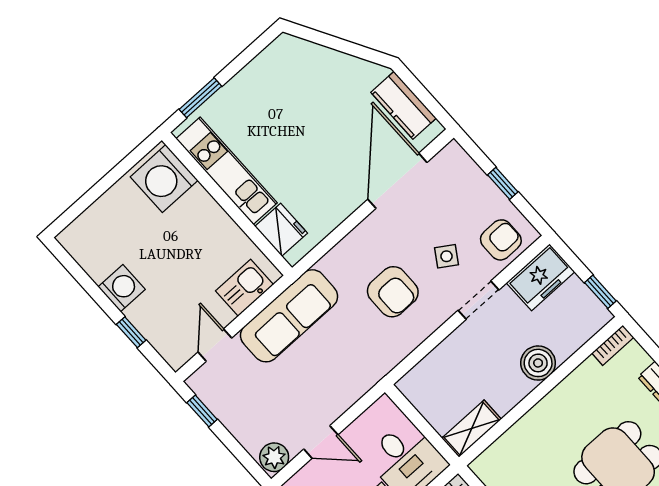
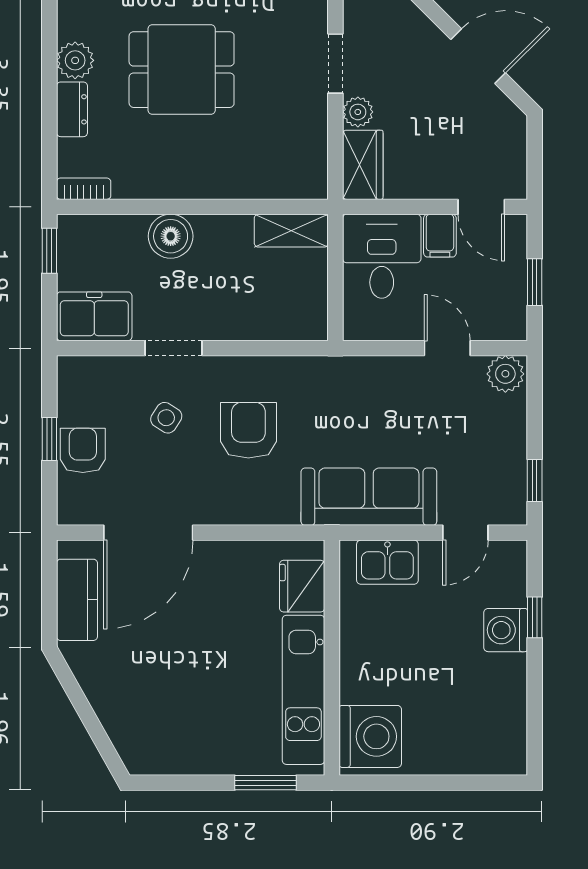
armchair: (501, 240) -> (83, 450), moved, turned 90
washing machine: (122, 288) -> (506, 630), moved

